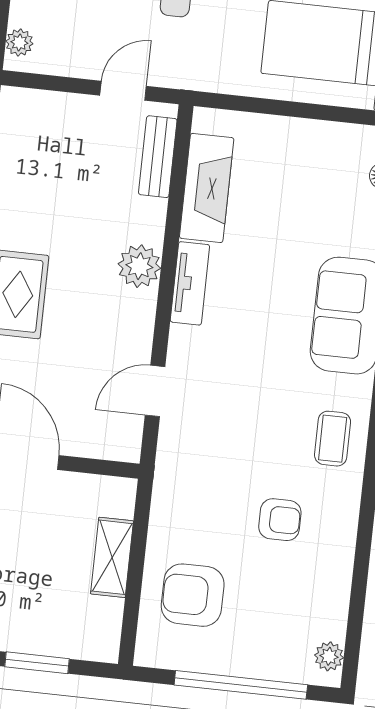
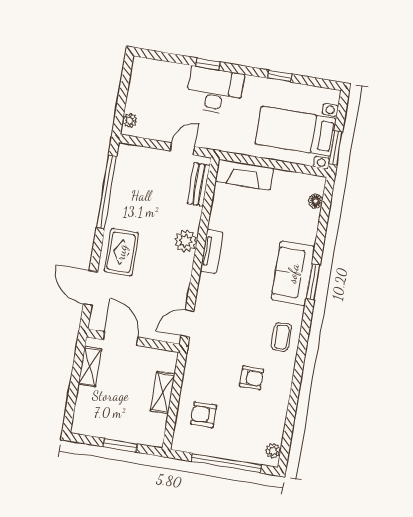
fireplace: (207, 188) -> (244, 175), moved, turned 90
door: (155, 391) -> (187, 323), moved
armchair: (193, 595) -> (204, 415), width x0.72, depth x0.72

